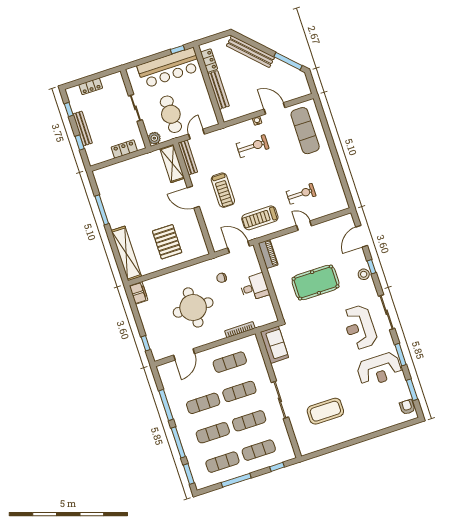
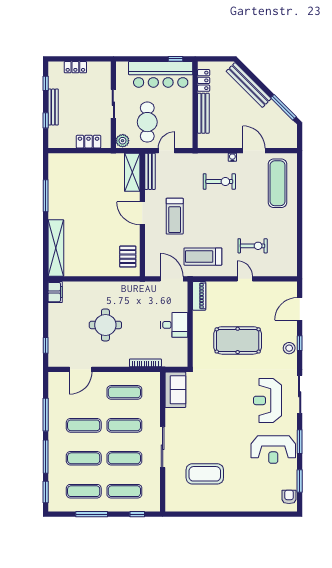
pallet: (167, 242) -> (128, 257), moved, width x0.67, depth x0.71
chair: (222, 278) -> (144, 304), removed
round table: (193, 307) -> (105, 325), width x0.73, depth x0.73

